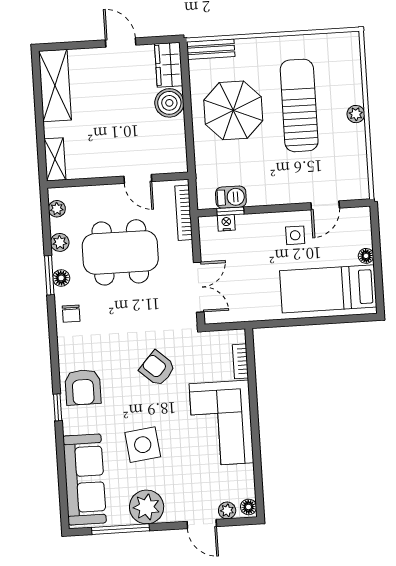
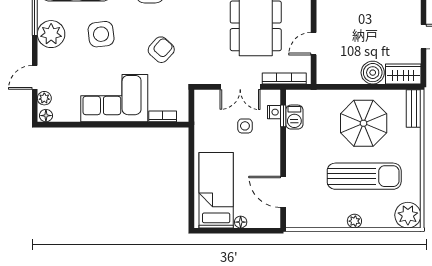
plant: (344, 48) -> (408, 215), added
door: (325, 205) -> (283, 192), width x1.37
side table: (295, 235) -> (245, 126), moved
double door: (199, 287) -> (240, 87), moved

